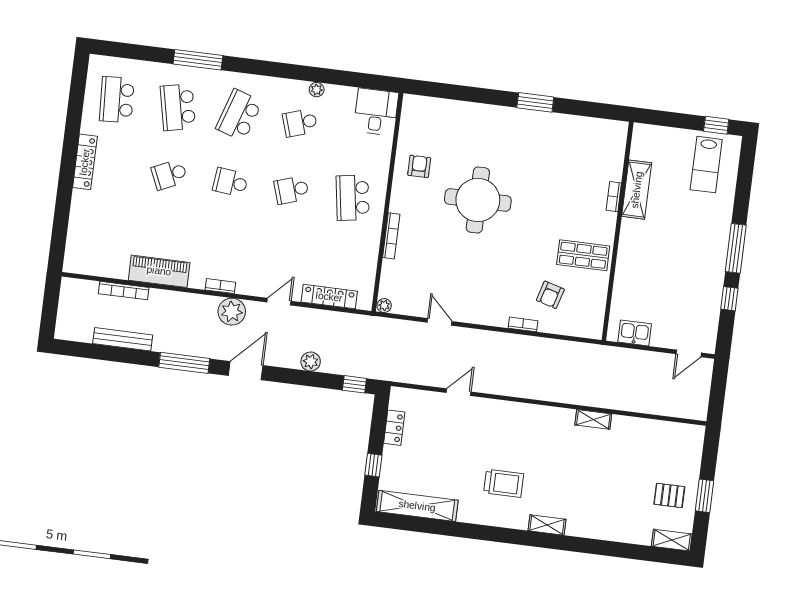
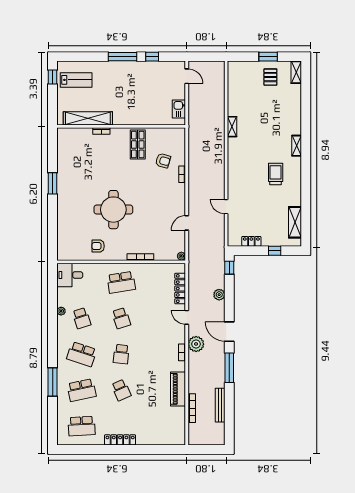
shelving: (637, 190) -> (88, 118), width x1.47
shelving: (417, 506) -> (295, 222), width x0.68

